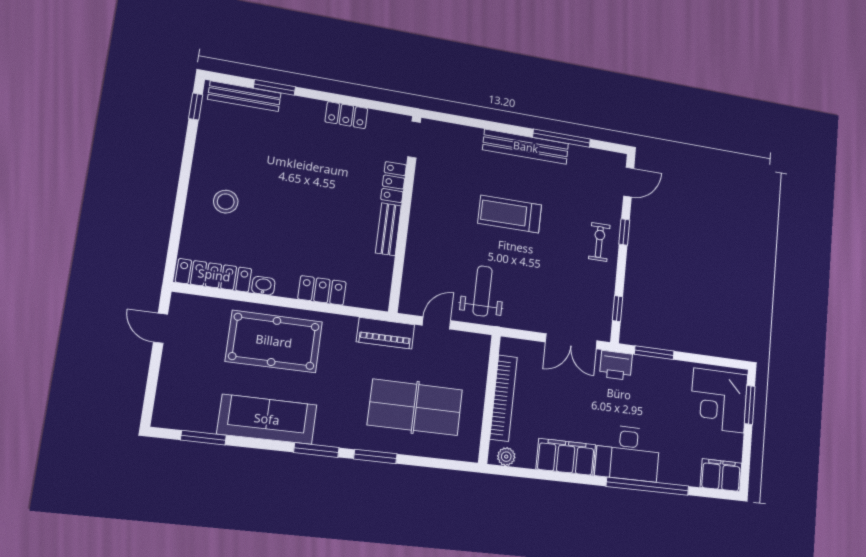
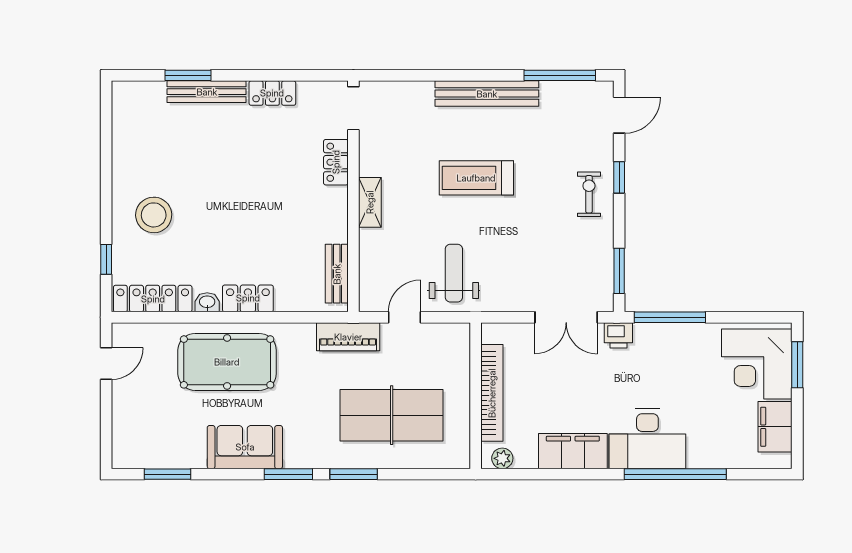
bench: (244, 96) -> (207, 92), moved
window: (196, 107) -> (106, 259), moved
window: (562, 138) -> (560, 75), moved
stool: (226, 202) -> (154, 215), width x1.38, depth x1.38
shelving: (418, 220) -> (370, 202), added
bench: (388, 229) -> (337, 274), moved
locker: (322, 290) -> (248, 298), moved
window: (617, 309) -> (619, 271), width x1.50
door: (161, 328) -> (106, 364), swing flipped
window: (654, 353) -> (670, 317), width x1.44
printer: (616, 365) -> (618, 335), width x0.73, depth x0.81
sofa: (267, 419) -> (245, 447), width x0.73
filing cabinet: (721, 475) -> (775, 427), moved, turned -90

